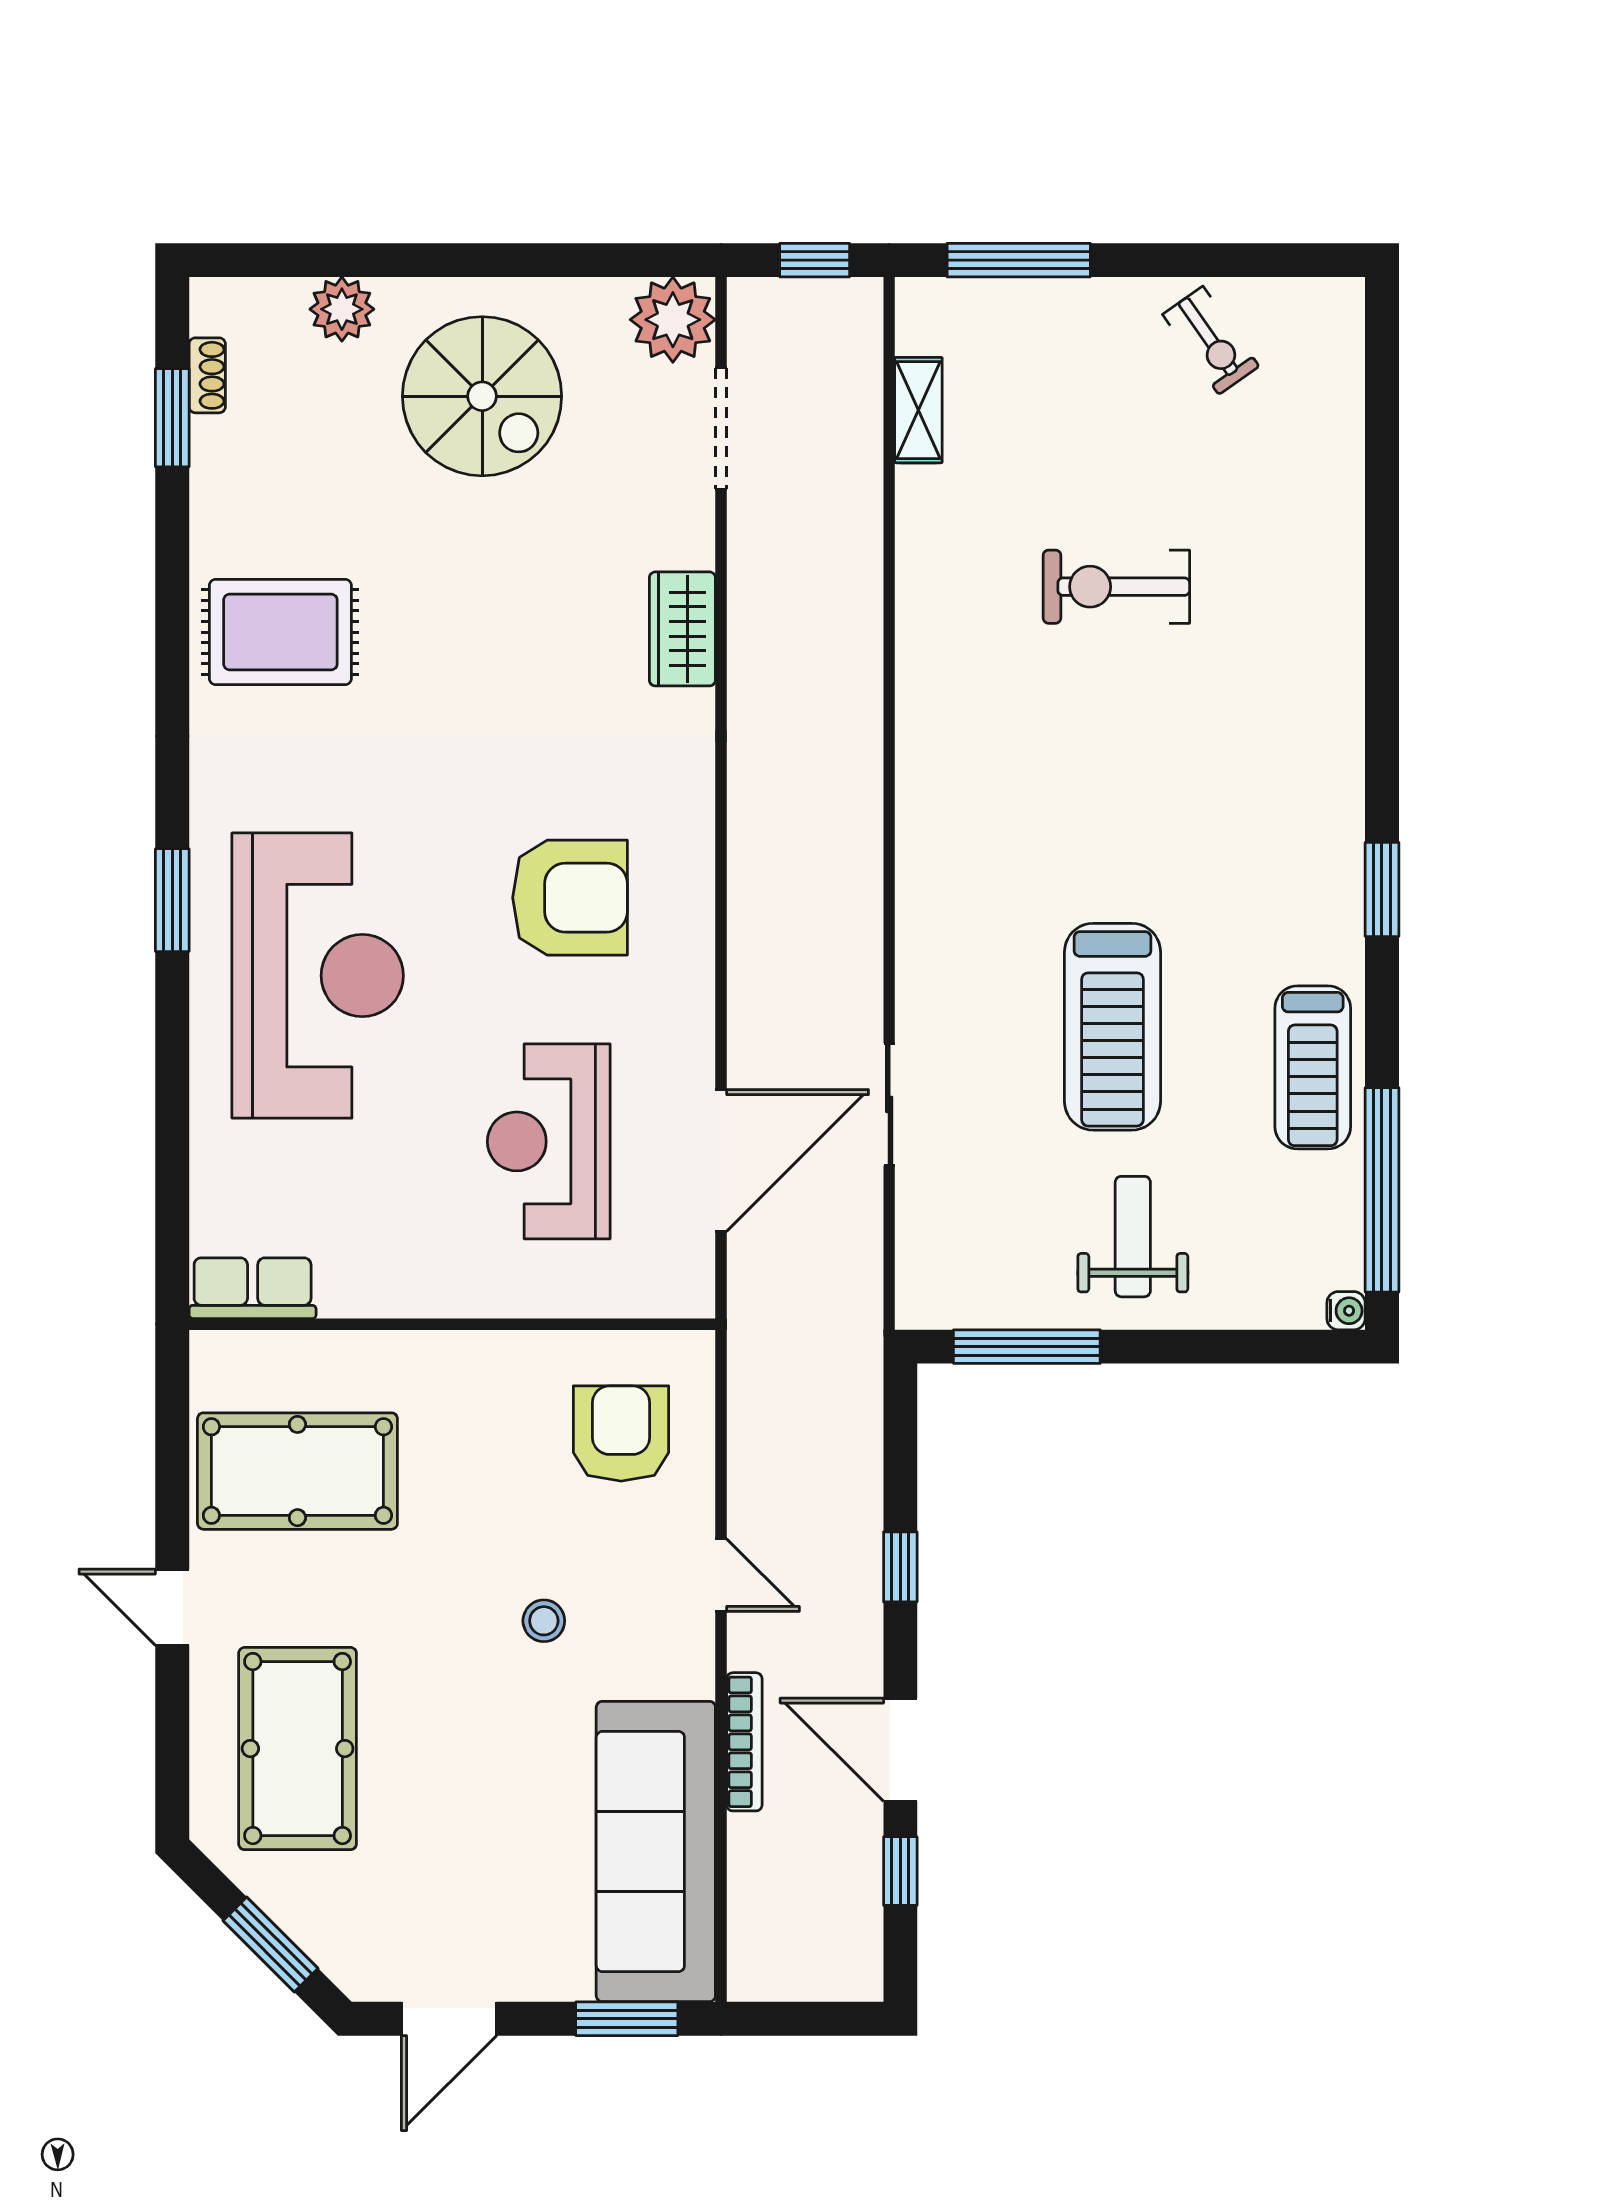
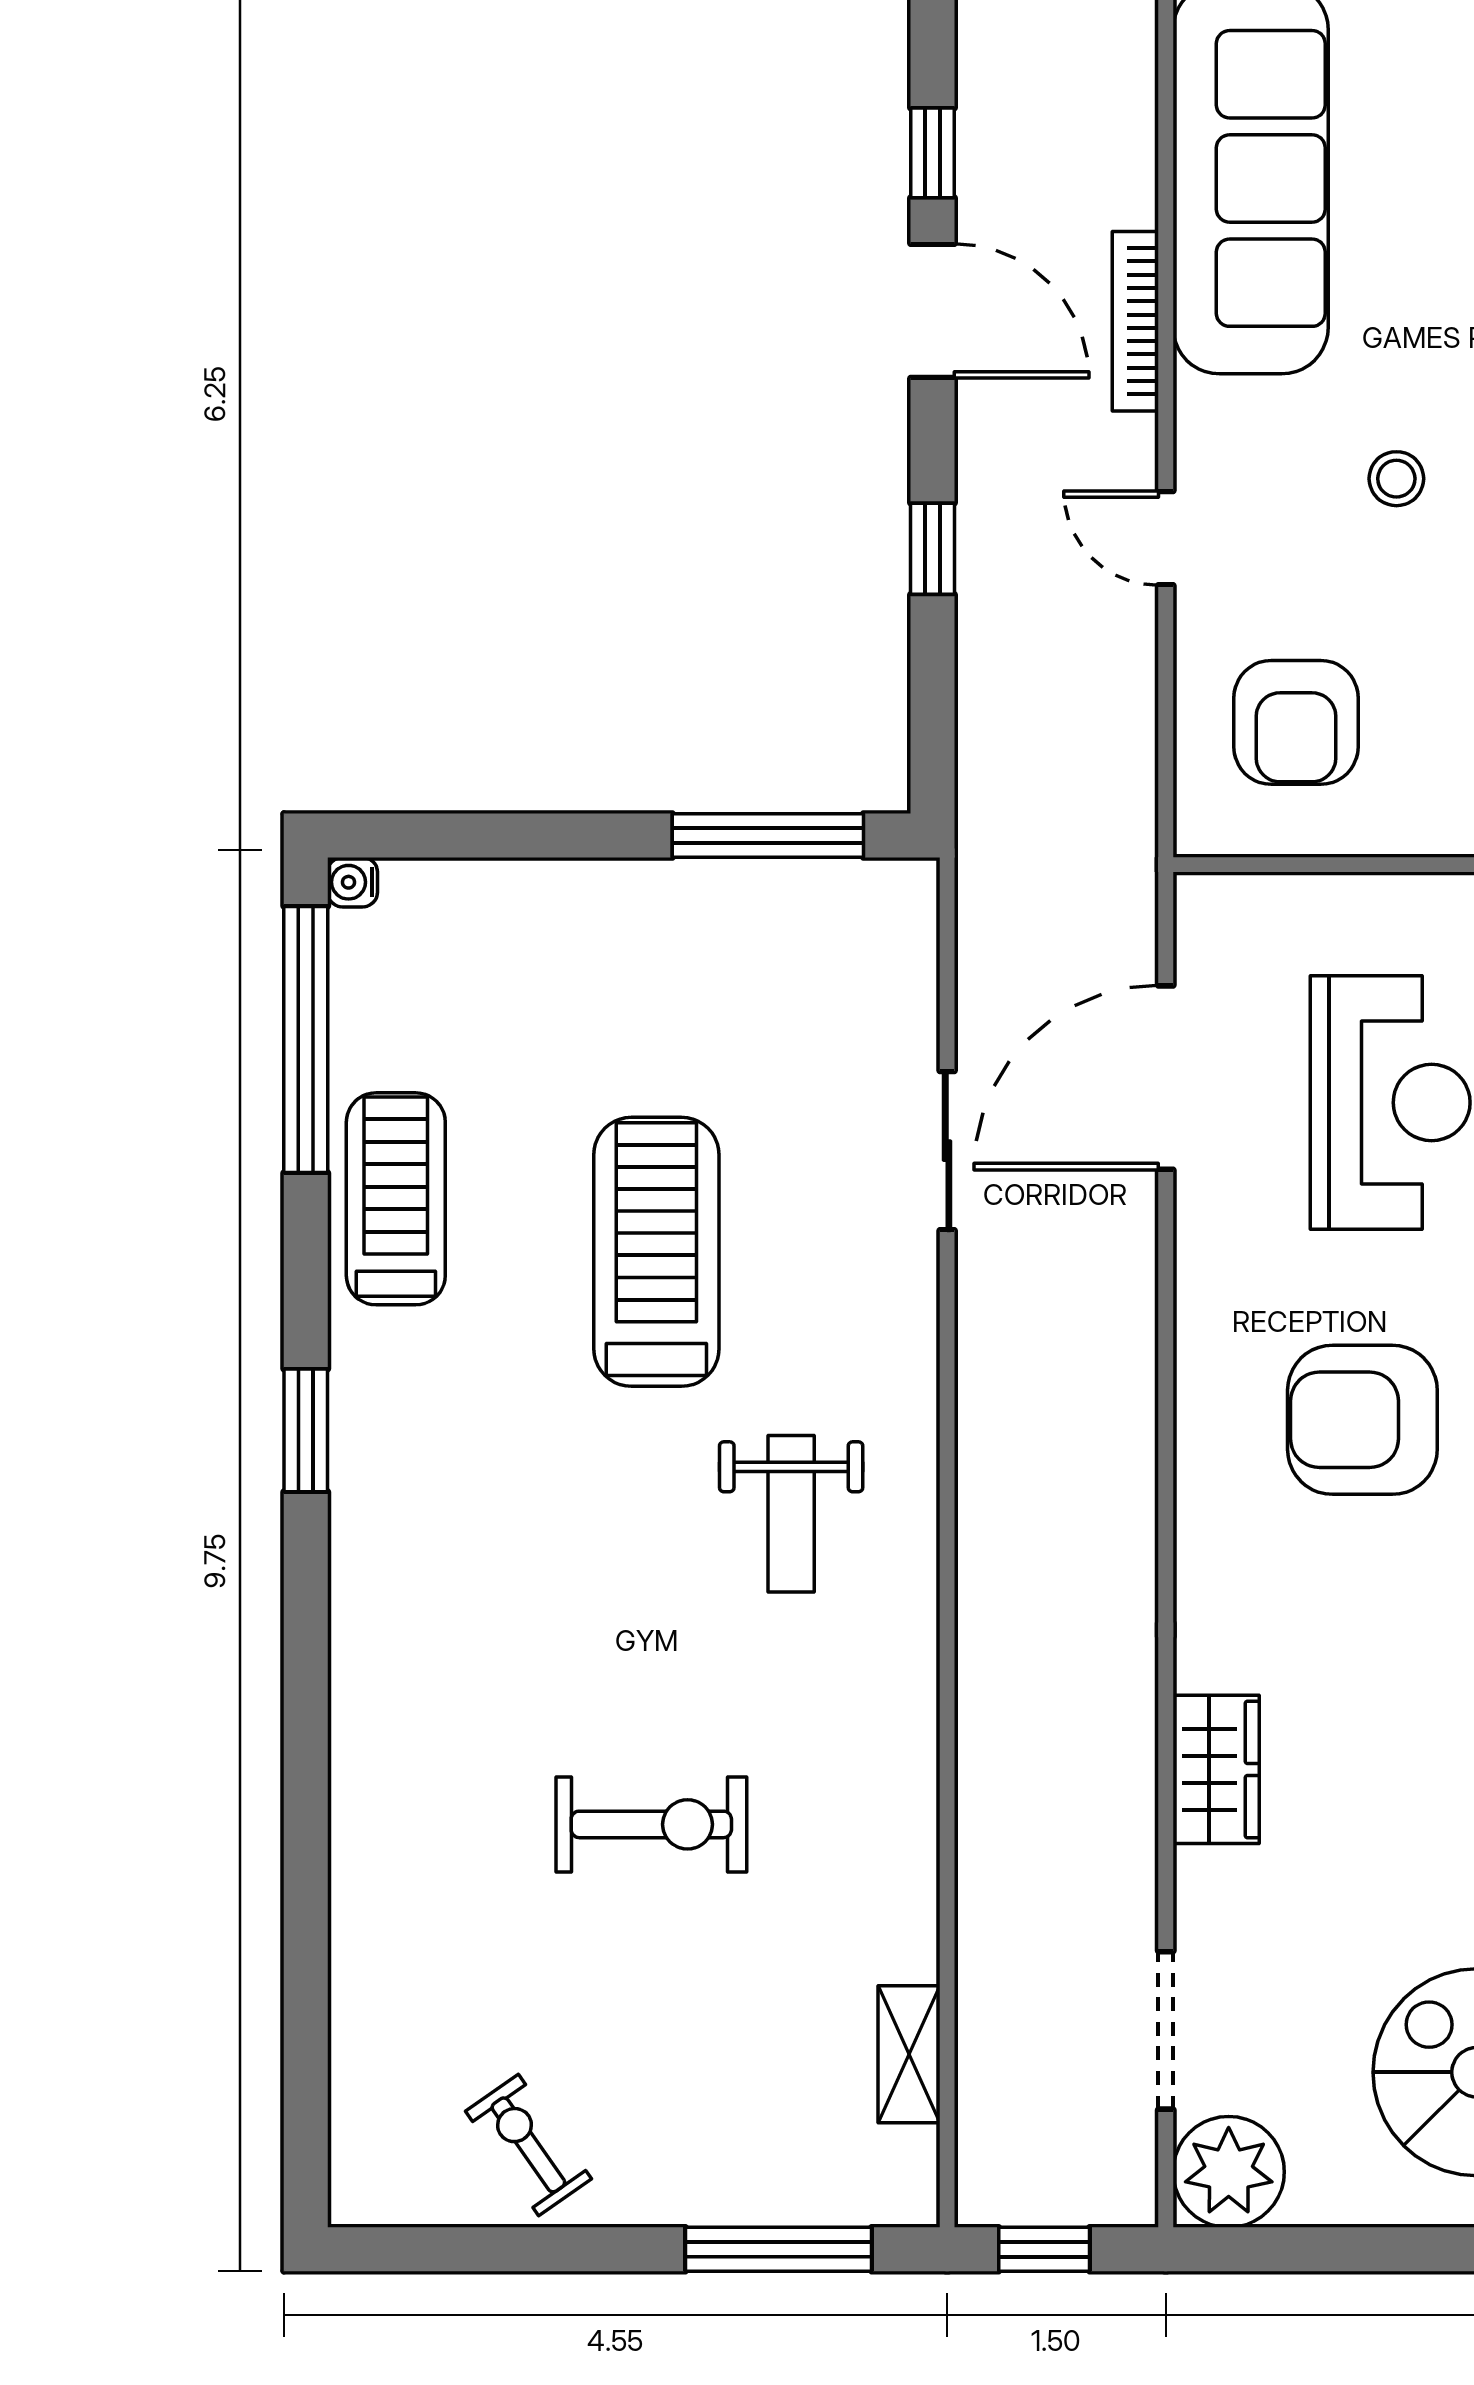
weight bench: (1133, 1237) -> (791, 1514), moved

